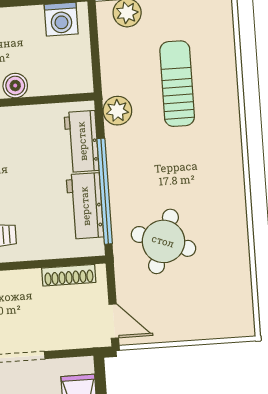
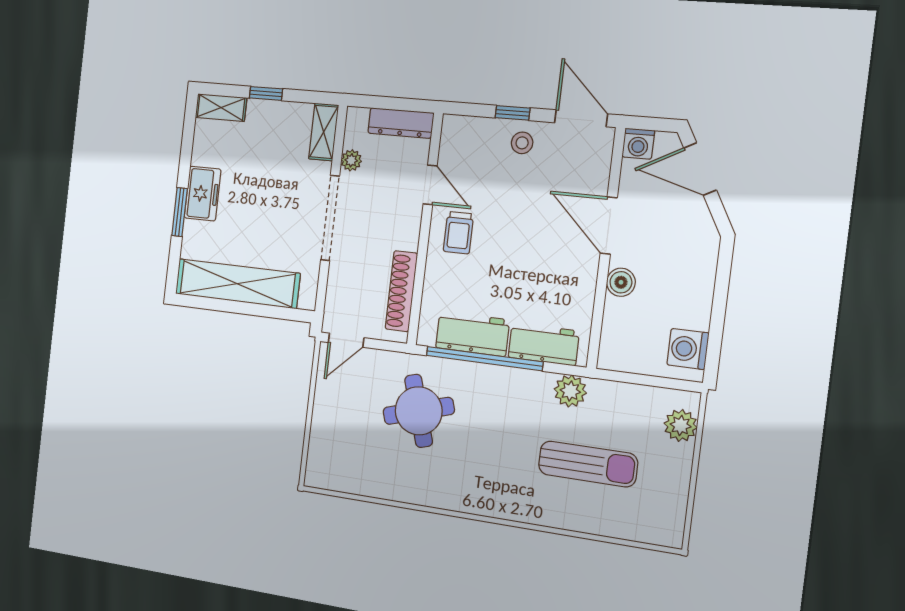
round table: (163, 241) -> (419, 411), turned -37
shoe rack: (69, 275) -> (401, 291), width x1.36, depth x1.24

